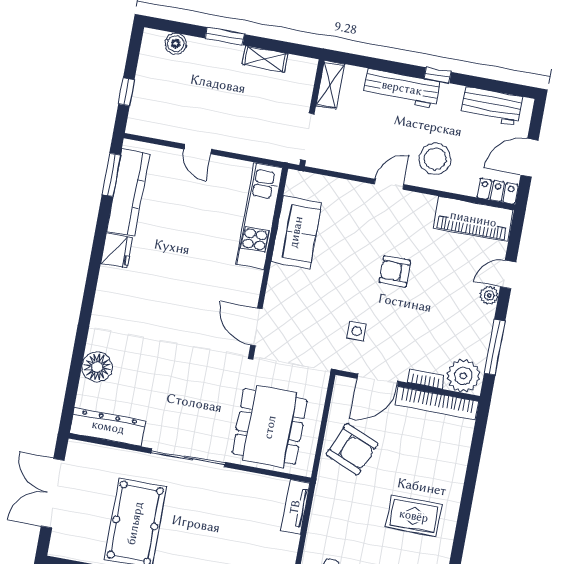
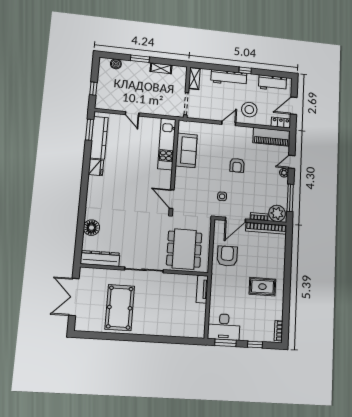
armchair: (395, 271) -> (237, 165), turned -90
armchair: (352, 449) -> (227, 256), turned -113

